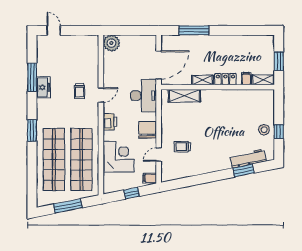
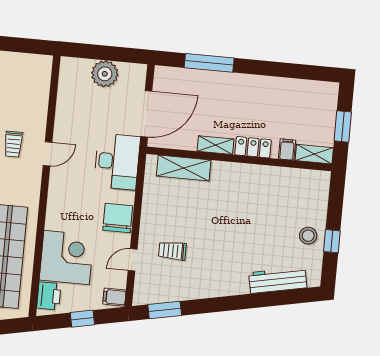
plant: (111, 43) -> (105, 74), moved
printer: (110, 122) -> (49, 296), moved
window: (243, 171) -> (165, 310), moved

